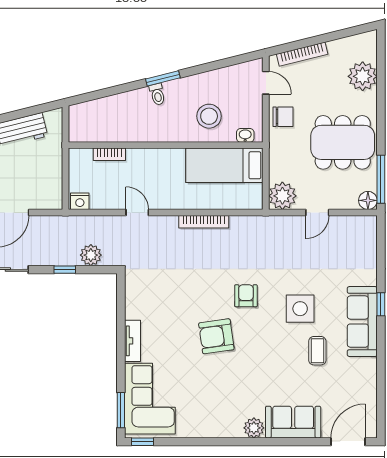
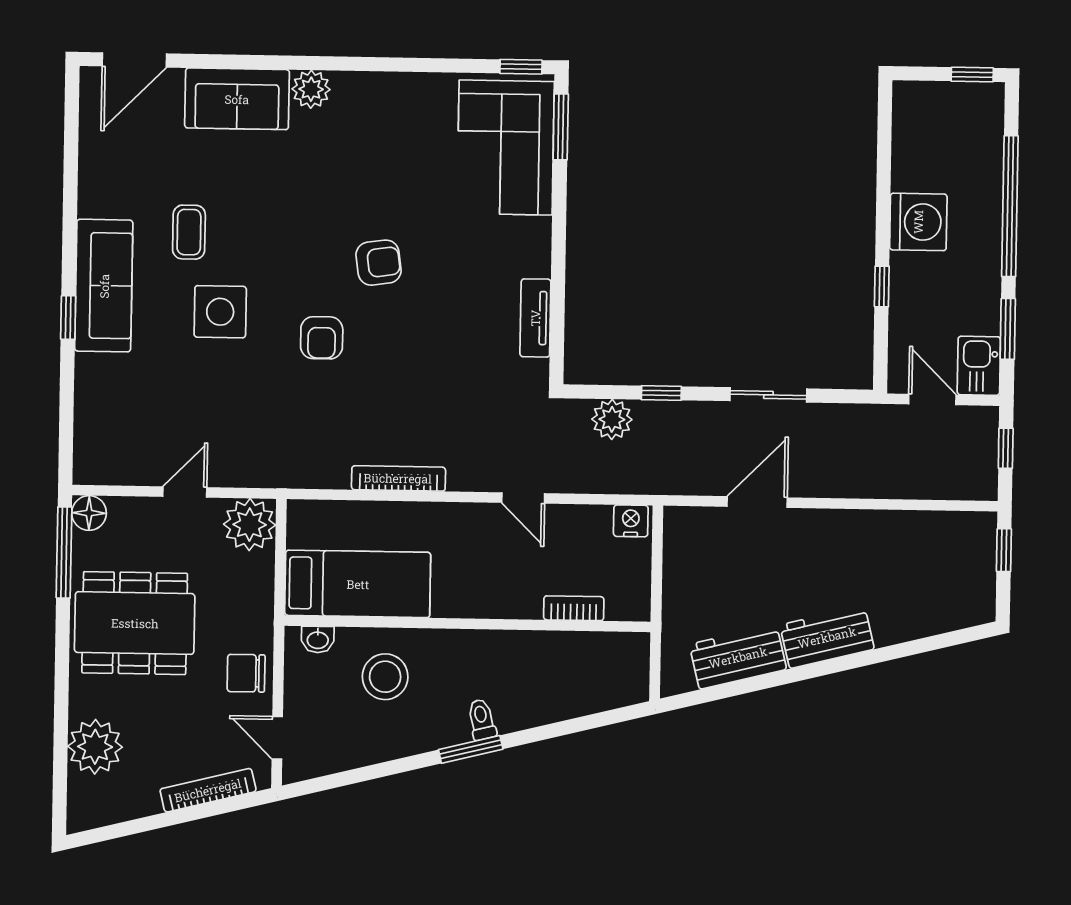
armchair: (216, 336) -> (379, 263), width x0.72, depth x0.72
tv unit: (132, 341) -> (535, 318), moved

